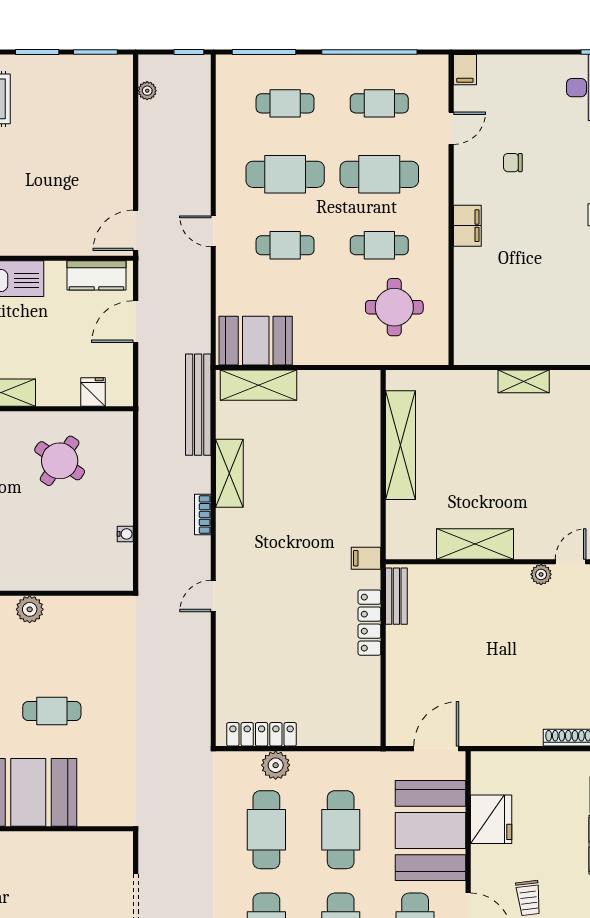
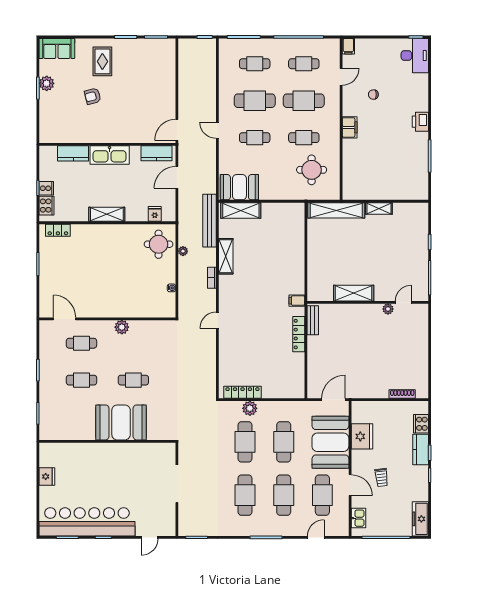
plant: (147, 91) -> (183, 251), moved
shelving: (400, 445) -> (336, 210), moved, turned 90
round table: (60, 461) -> (159, 244), moved, turned -34

